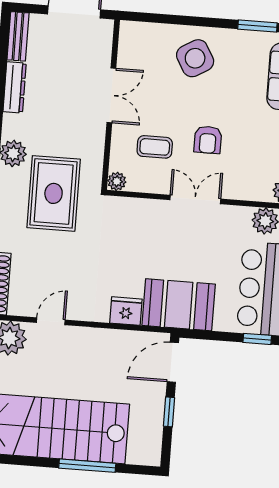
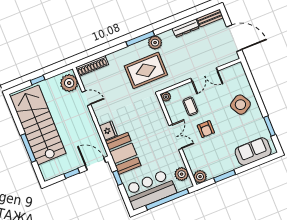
armchair: (208, 140) -> (206, 129), turned -90
window: (257, 339) -> (118, 178), moved

